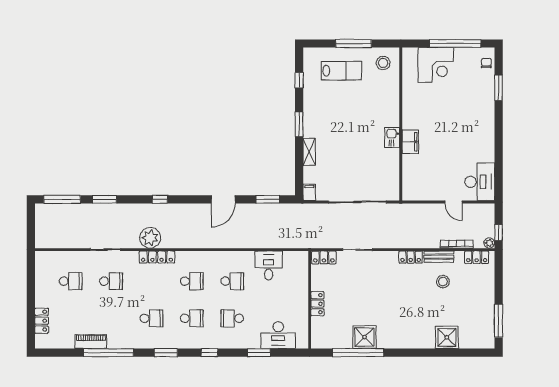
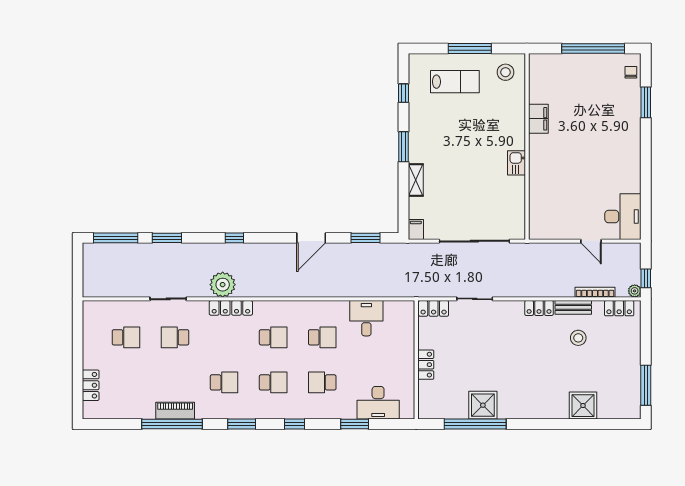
corner desk: (436, 65) -> (569, 75), removed
filing cabinet: (410, 142) -> (538, 119), moved
school desk: (111, 281) -> (175, 337), turned 180
piano: (91, 342) -> (175, 411), moved

